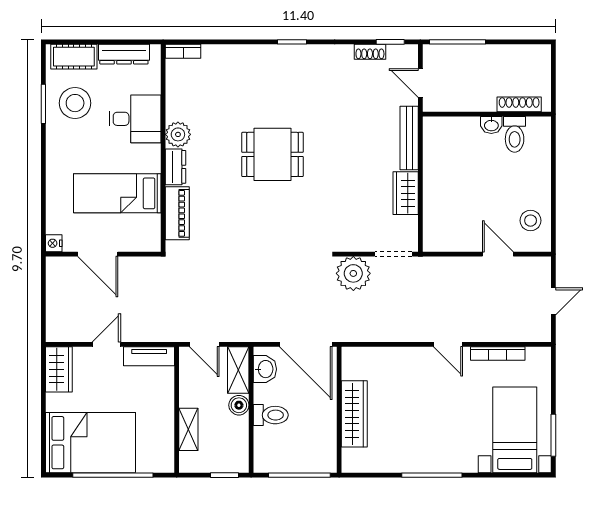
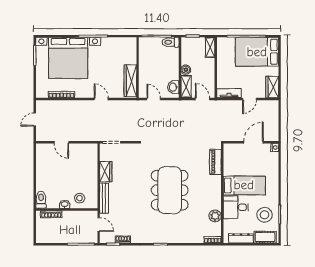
plant: (178, 134) -> (215, 216), moved
toilet: (515, 134) -> (41, 200), moved
dining table: (272, 154) -> (170, 190), width x1.88, depth x1.24
dresser: (175, 167) -> (216, 184), removed
bed: (117, 193) -> (244, 185), moved
stool: (531, 221) -> (80, 198), moved
door: (98, 254) -> (254, 142), hinge flipped
plant: (353, 273) -> (131, 133), removed
door: (306, 344) -> (154, 99), width x0.53
door: (448, 344) -> (101, 99), moved
wardrobe: (354, 414) -> (130, 81), moved
toilet: (271, 415) -> (171, 42), moved
shelving: (188, 429) -> (210, 47), moved
bed with nightstands: (515, 430) -> (68, 58), width x1.85

